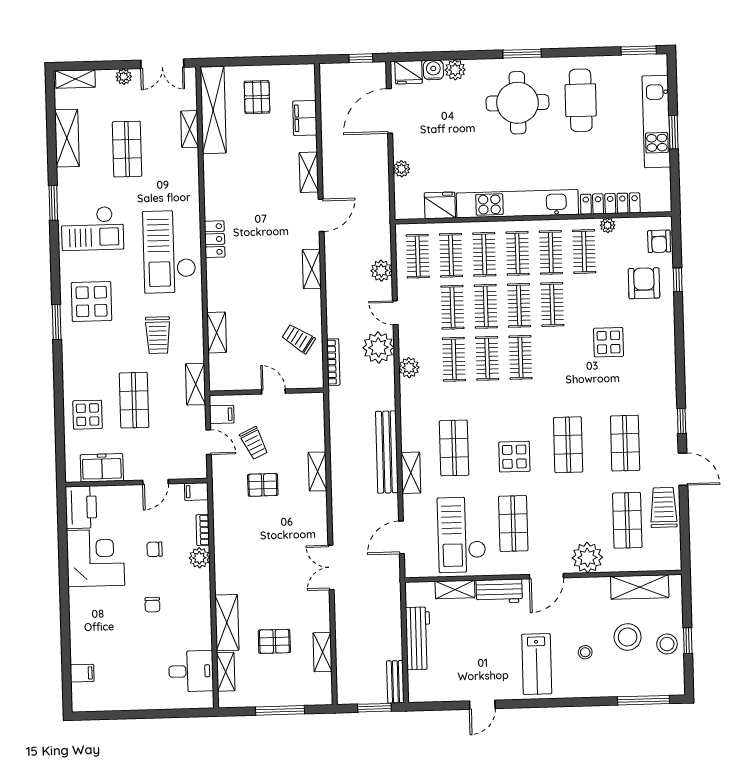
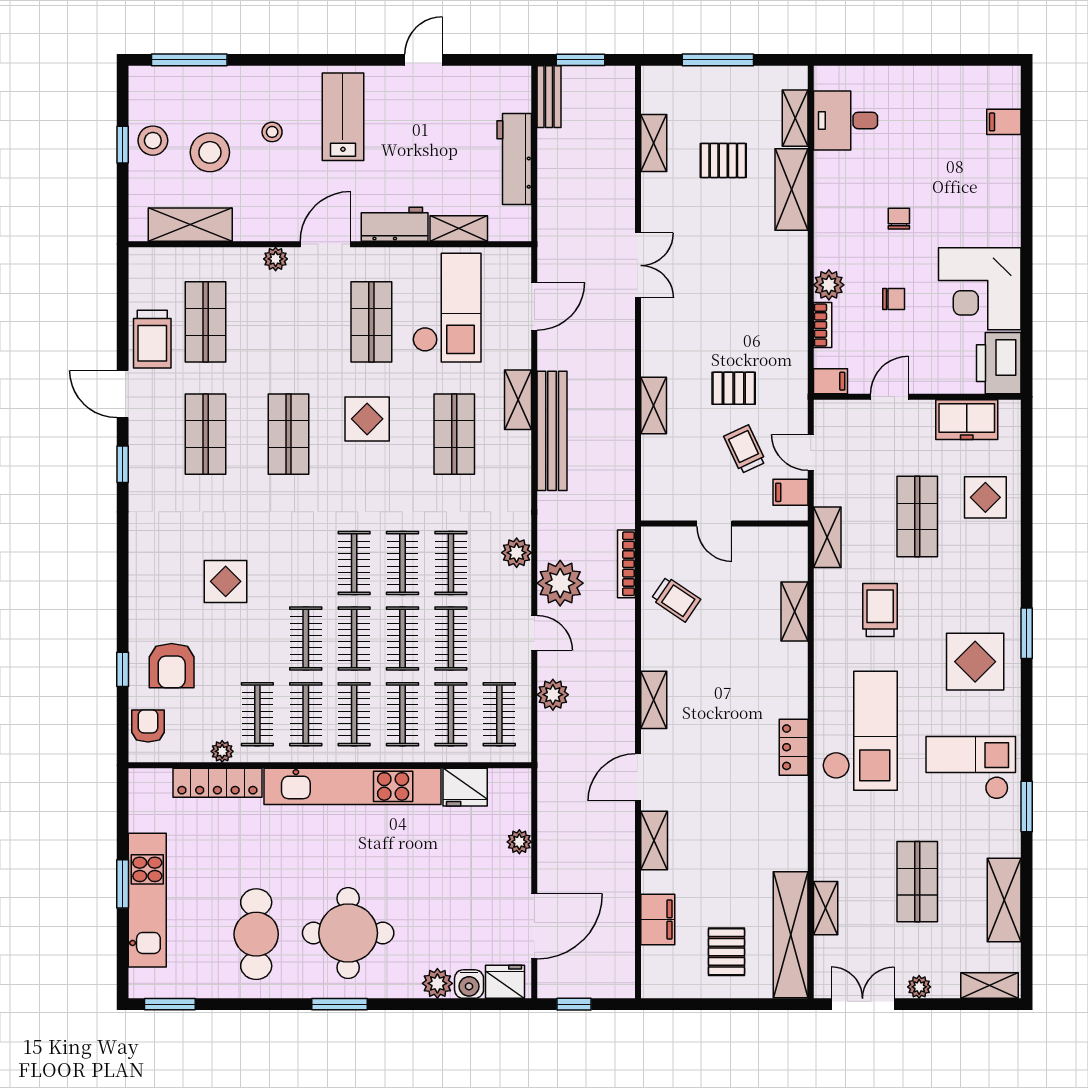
plant: (587, 558) -> (276, 259), width x0.53, depth x0.53

